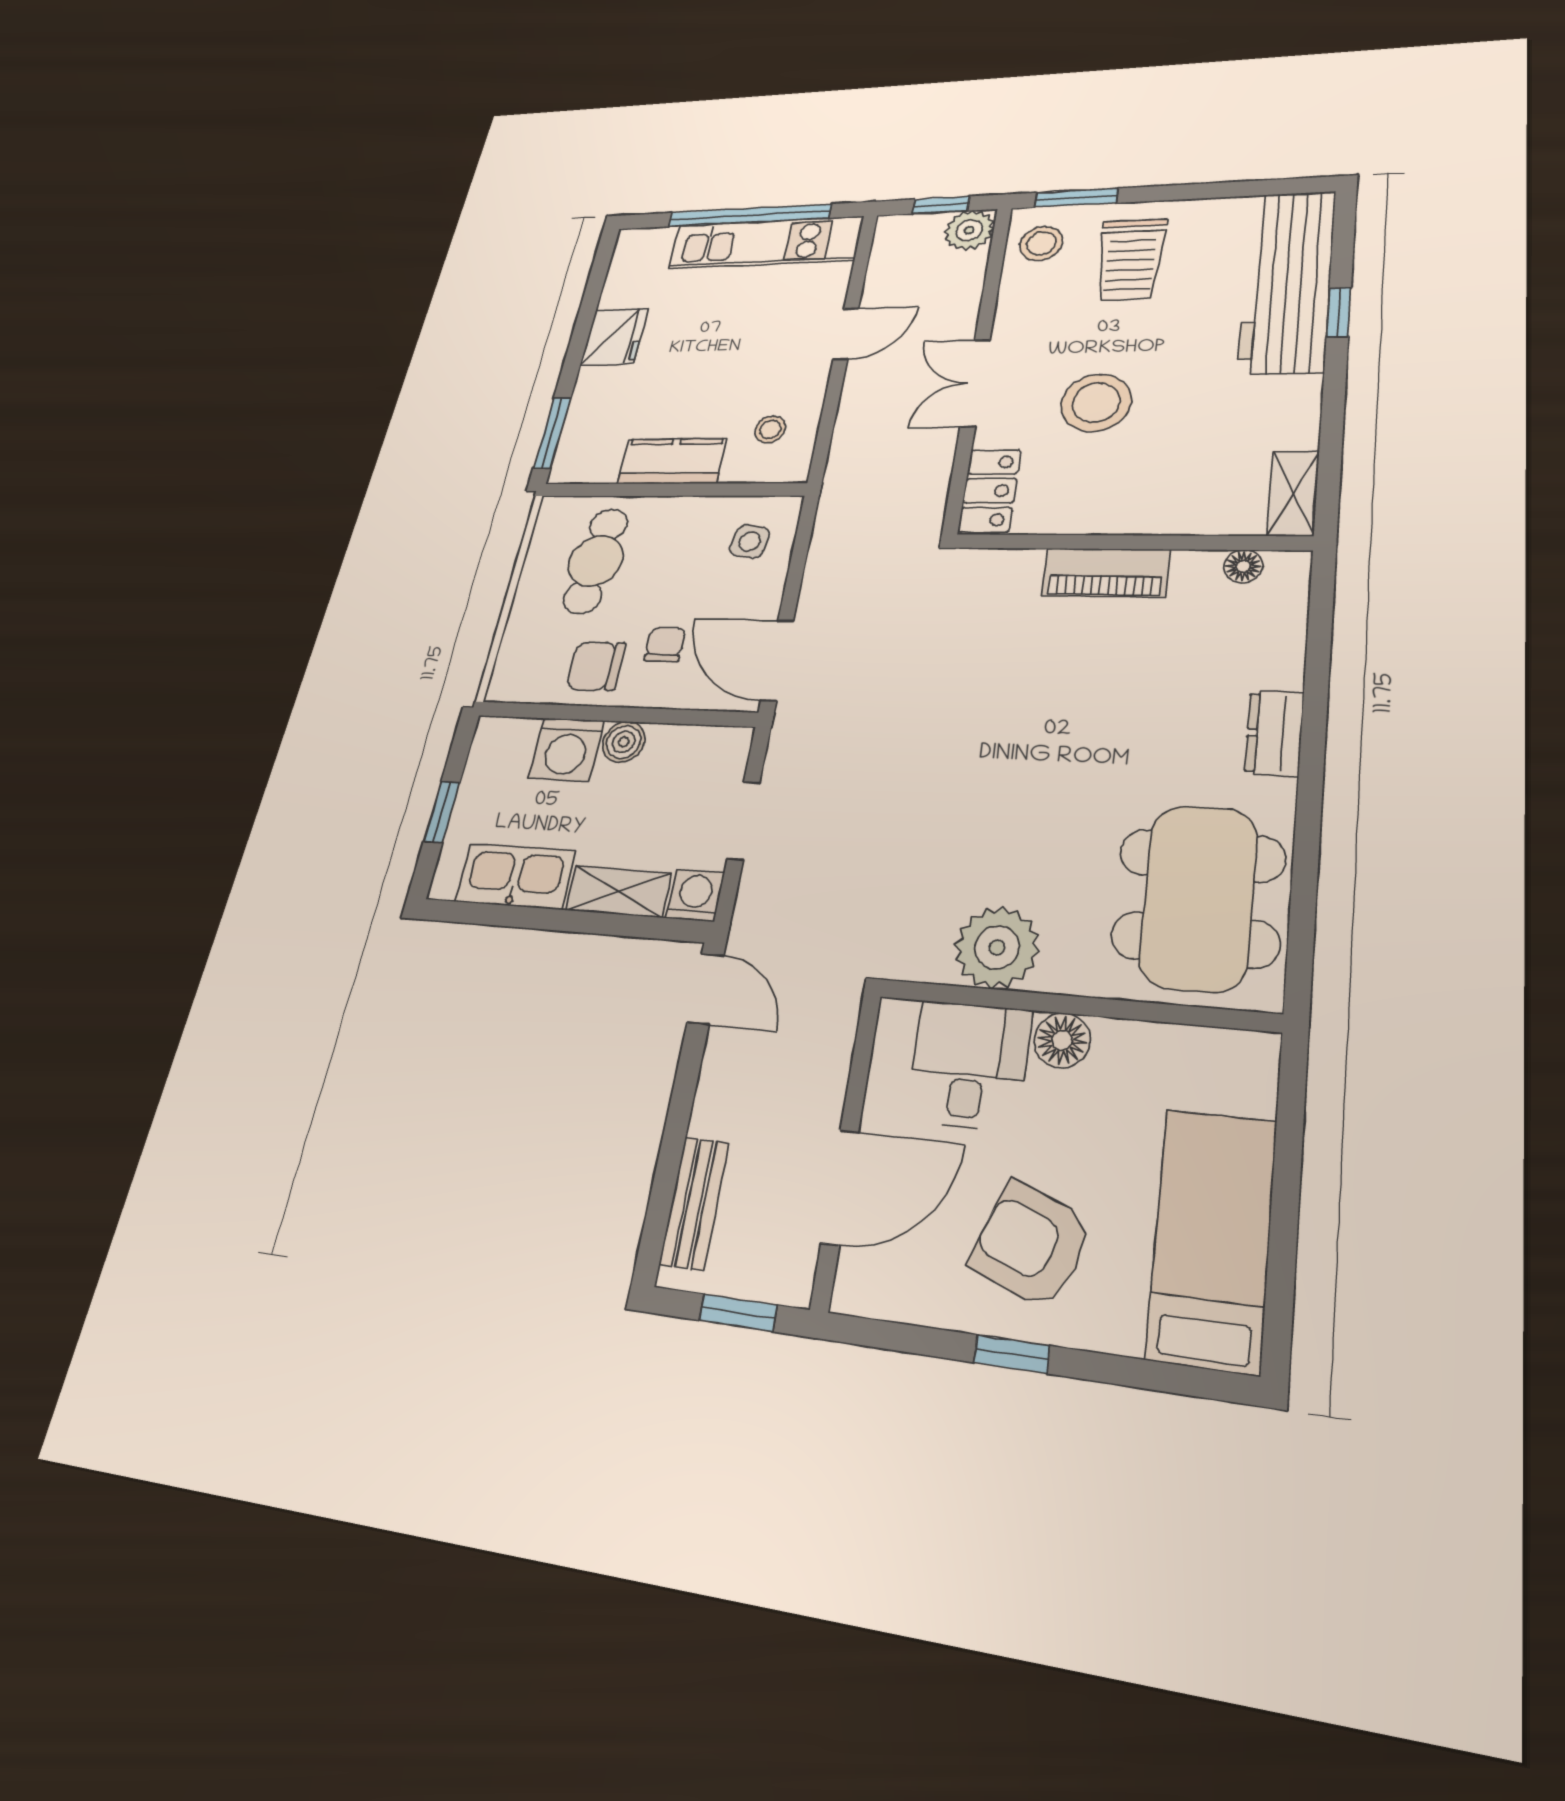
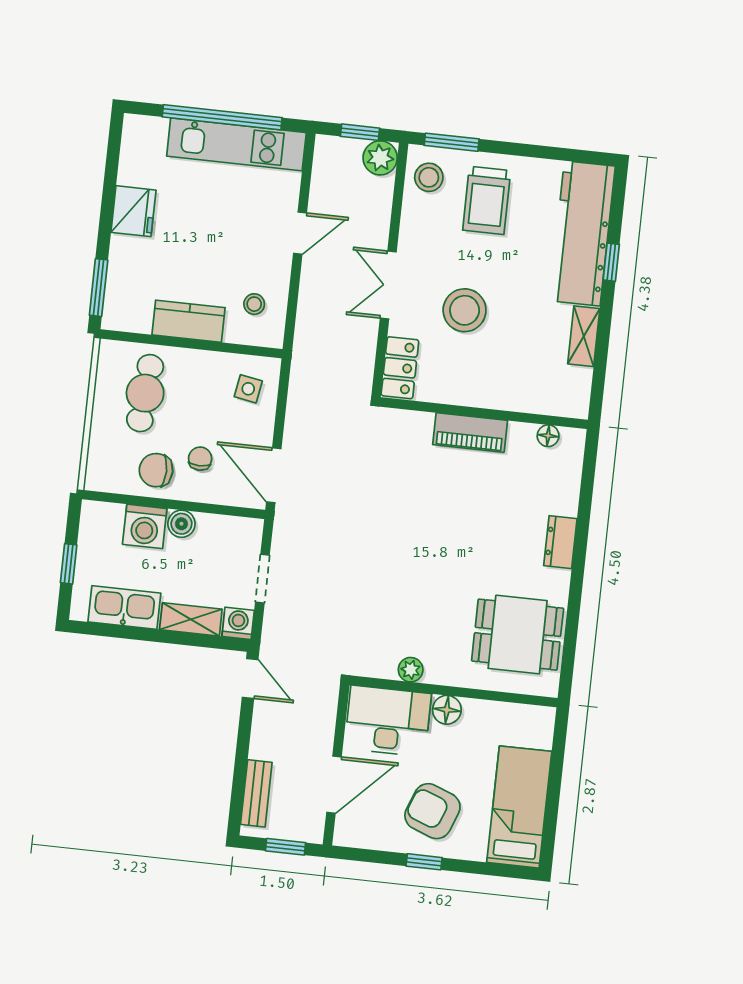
shelving: (1293, 493) -> (584, 336), moved
dining table: (1198, 897) -> (518, 635), width x0.73
plant: (997, 947) -> (411, 670), width x0.53, depth x0.53
desk: (969, 1065) -> (388, 721), width x1.37

